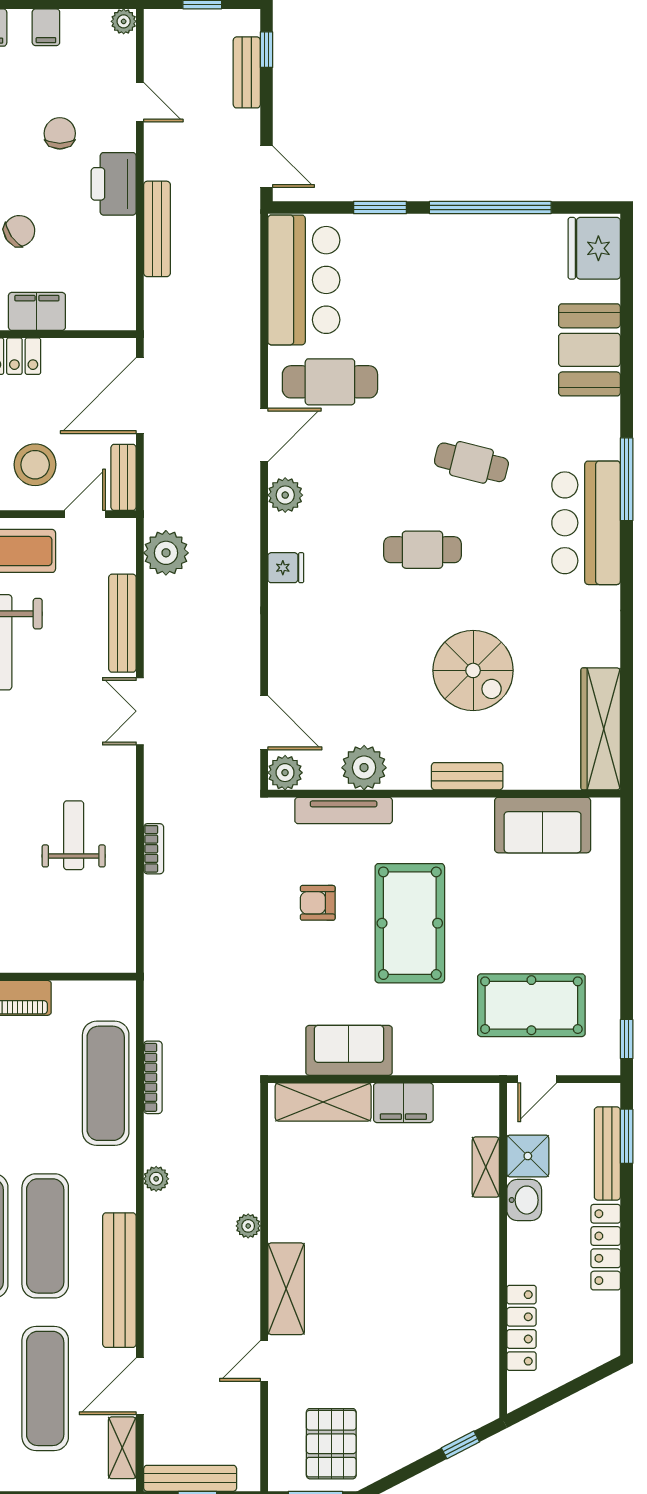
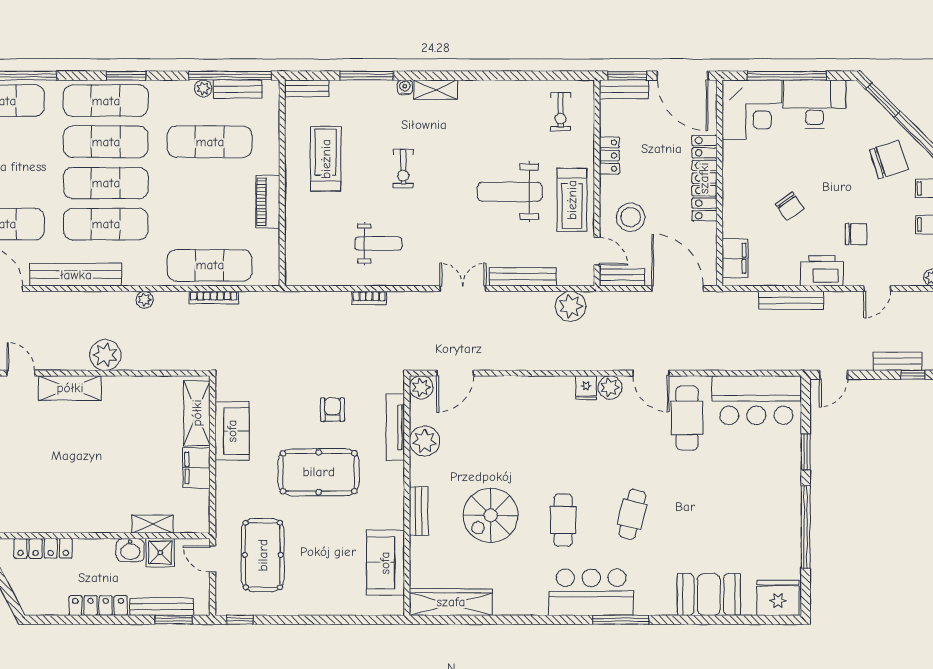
filing cabinet: (37, 311) -> (735, 258), moved
cafe table: (422, 550) -> (563, 520), moved
fridge: (286, 568) -> (586, 388), moved
plant: (248, 1226) -> (105, 355), width x1.88, depth x1.88

